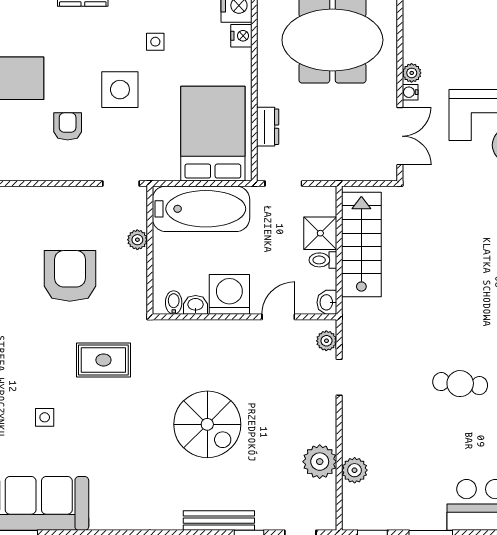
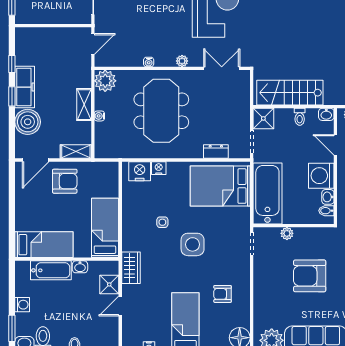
water cooler: (410, 92) -> (149, 62), moved
armchair: (68, 126) -> (223, 294), moved
shower: (320, 233) -> (263, 118), moved

